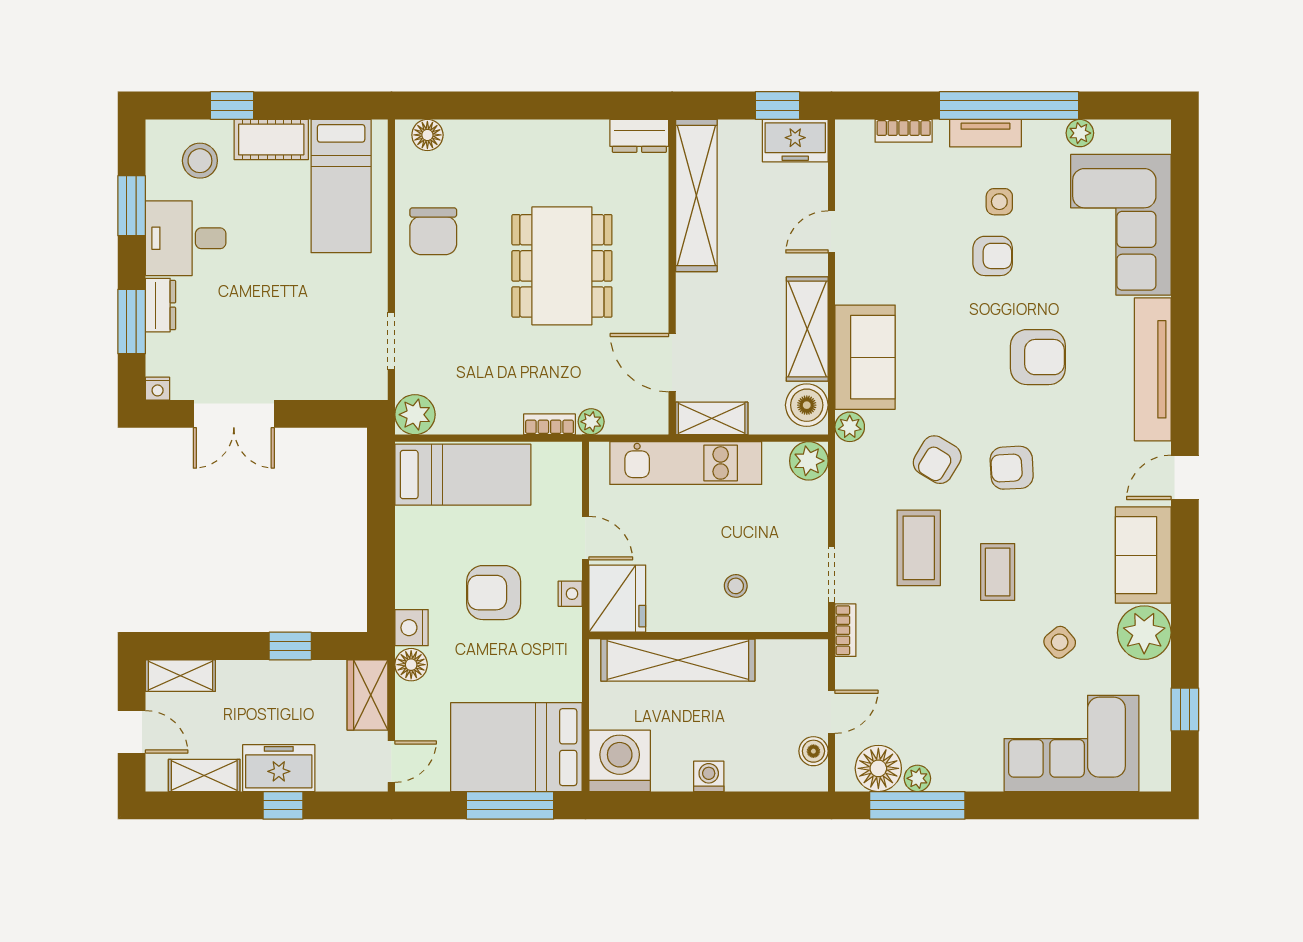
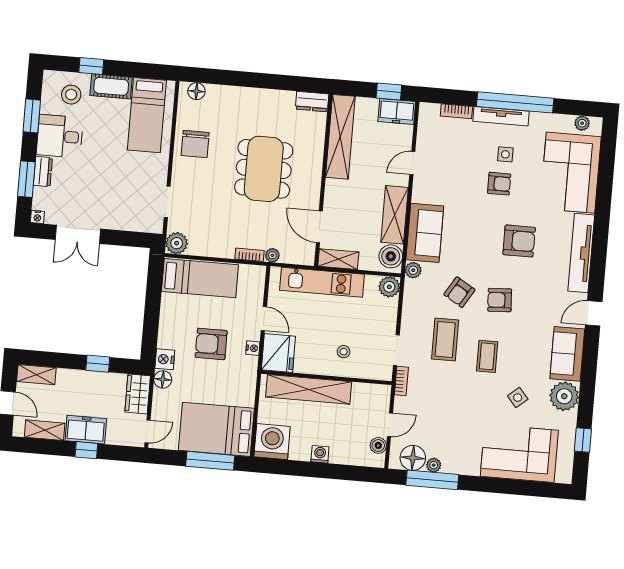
tv unit: (985, 133) -> (501, 116), width x1.41
plant: (1080, 133) -> (582, 123), moved

